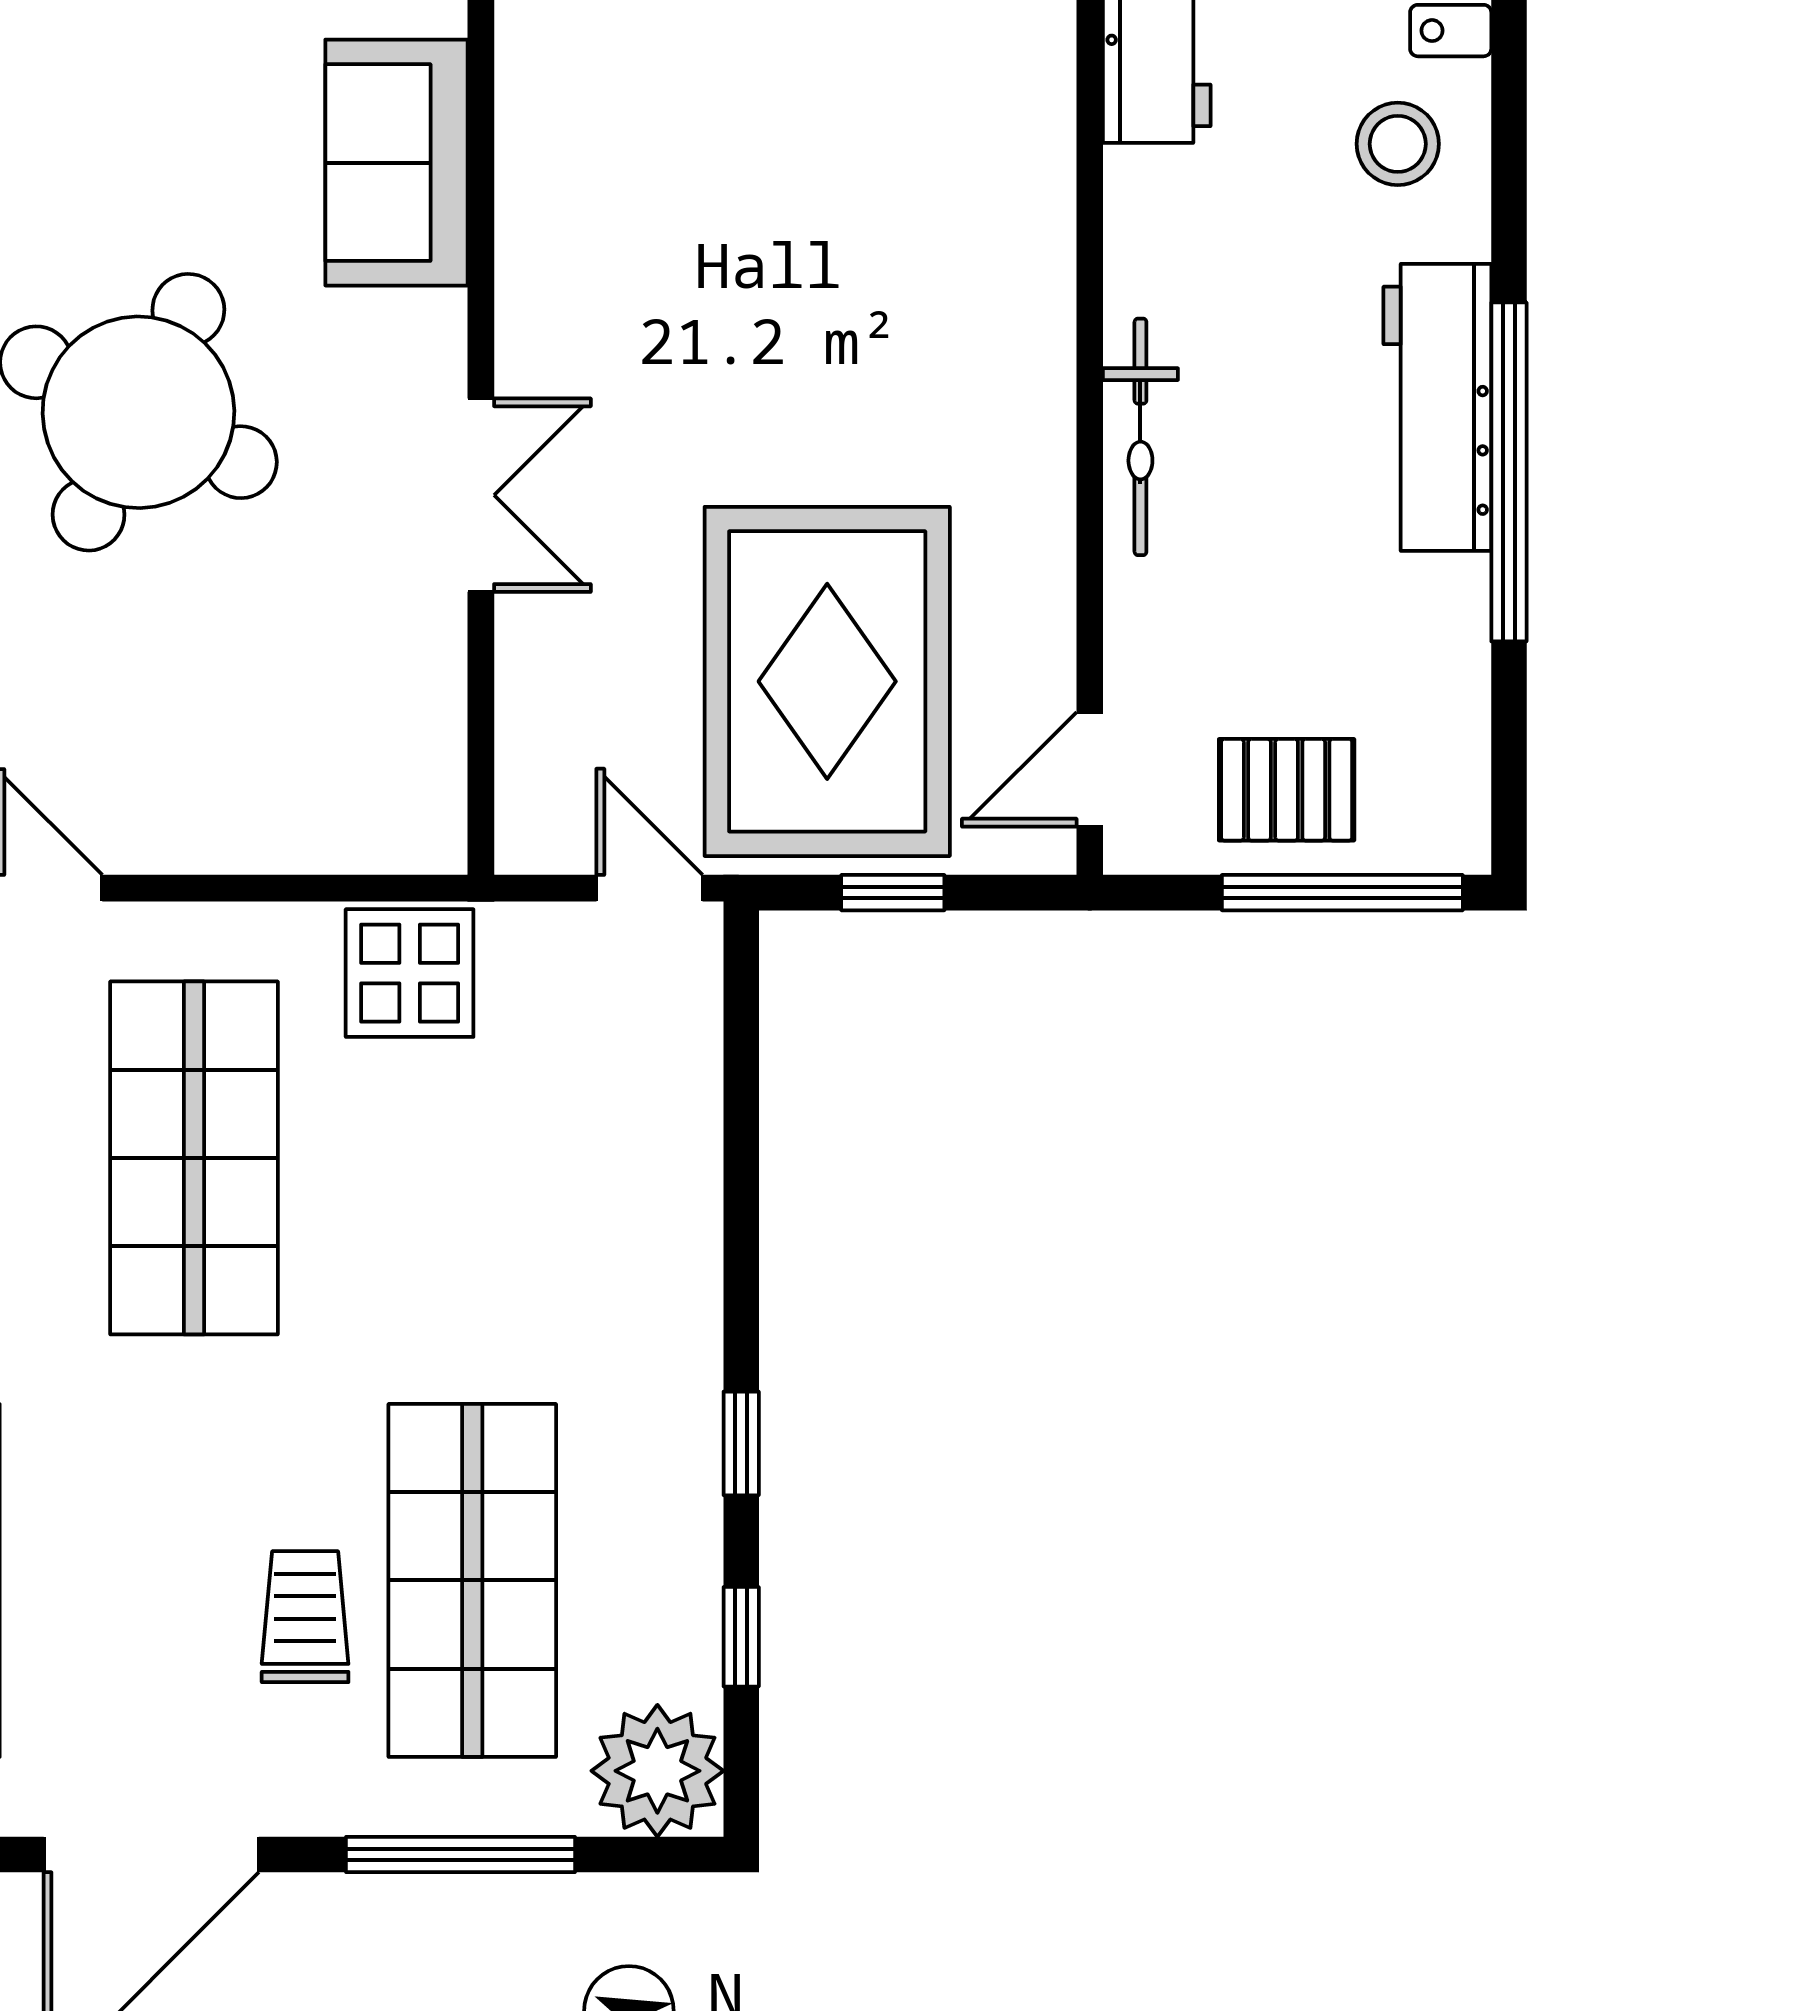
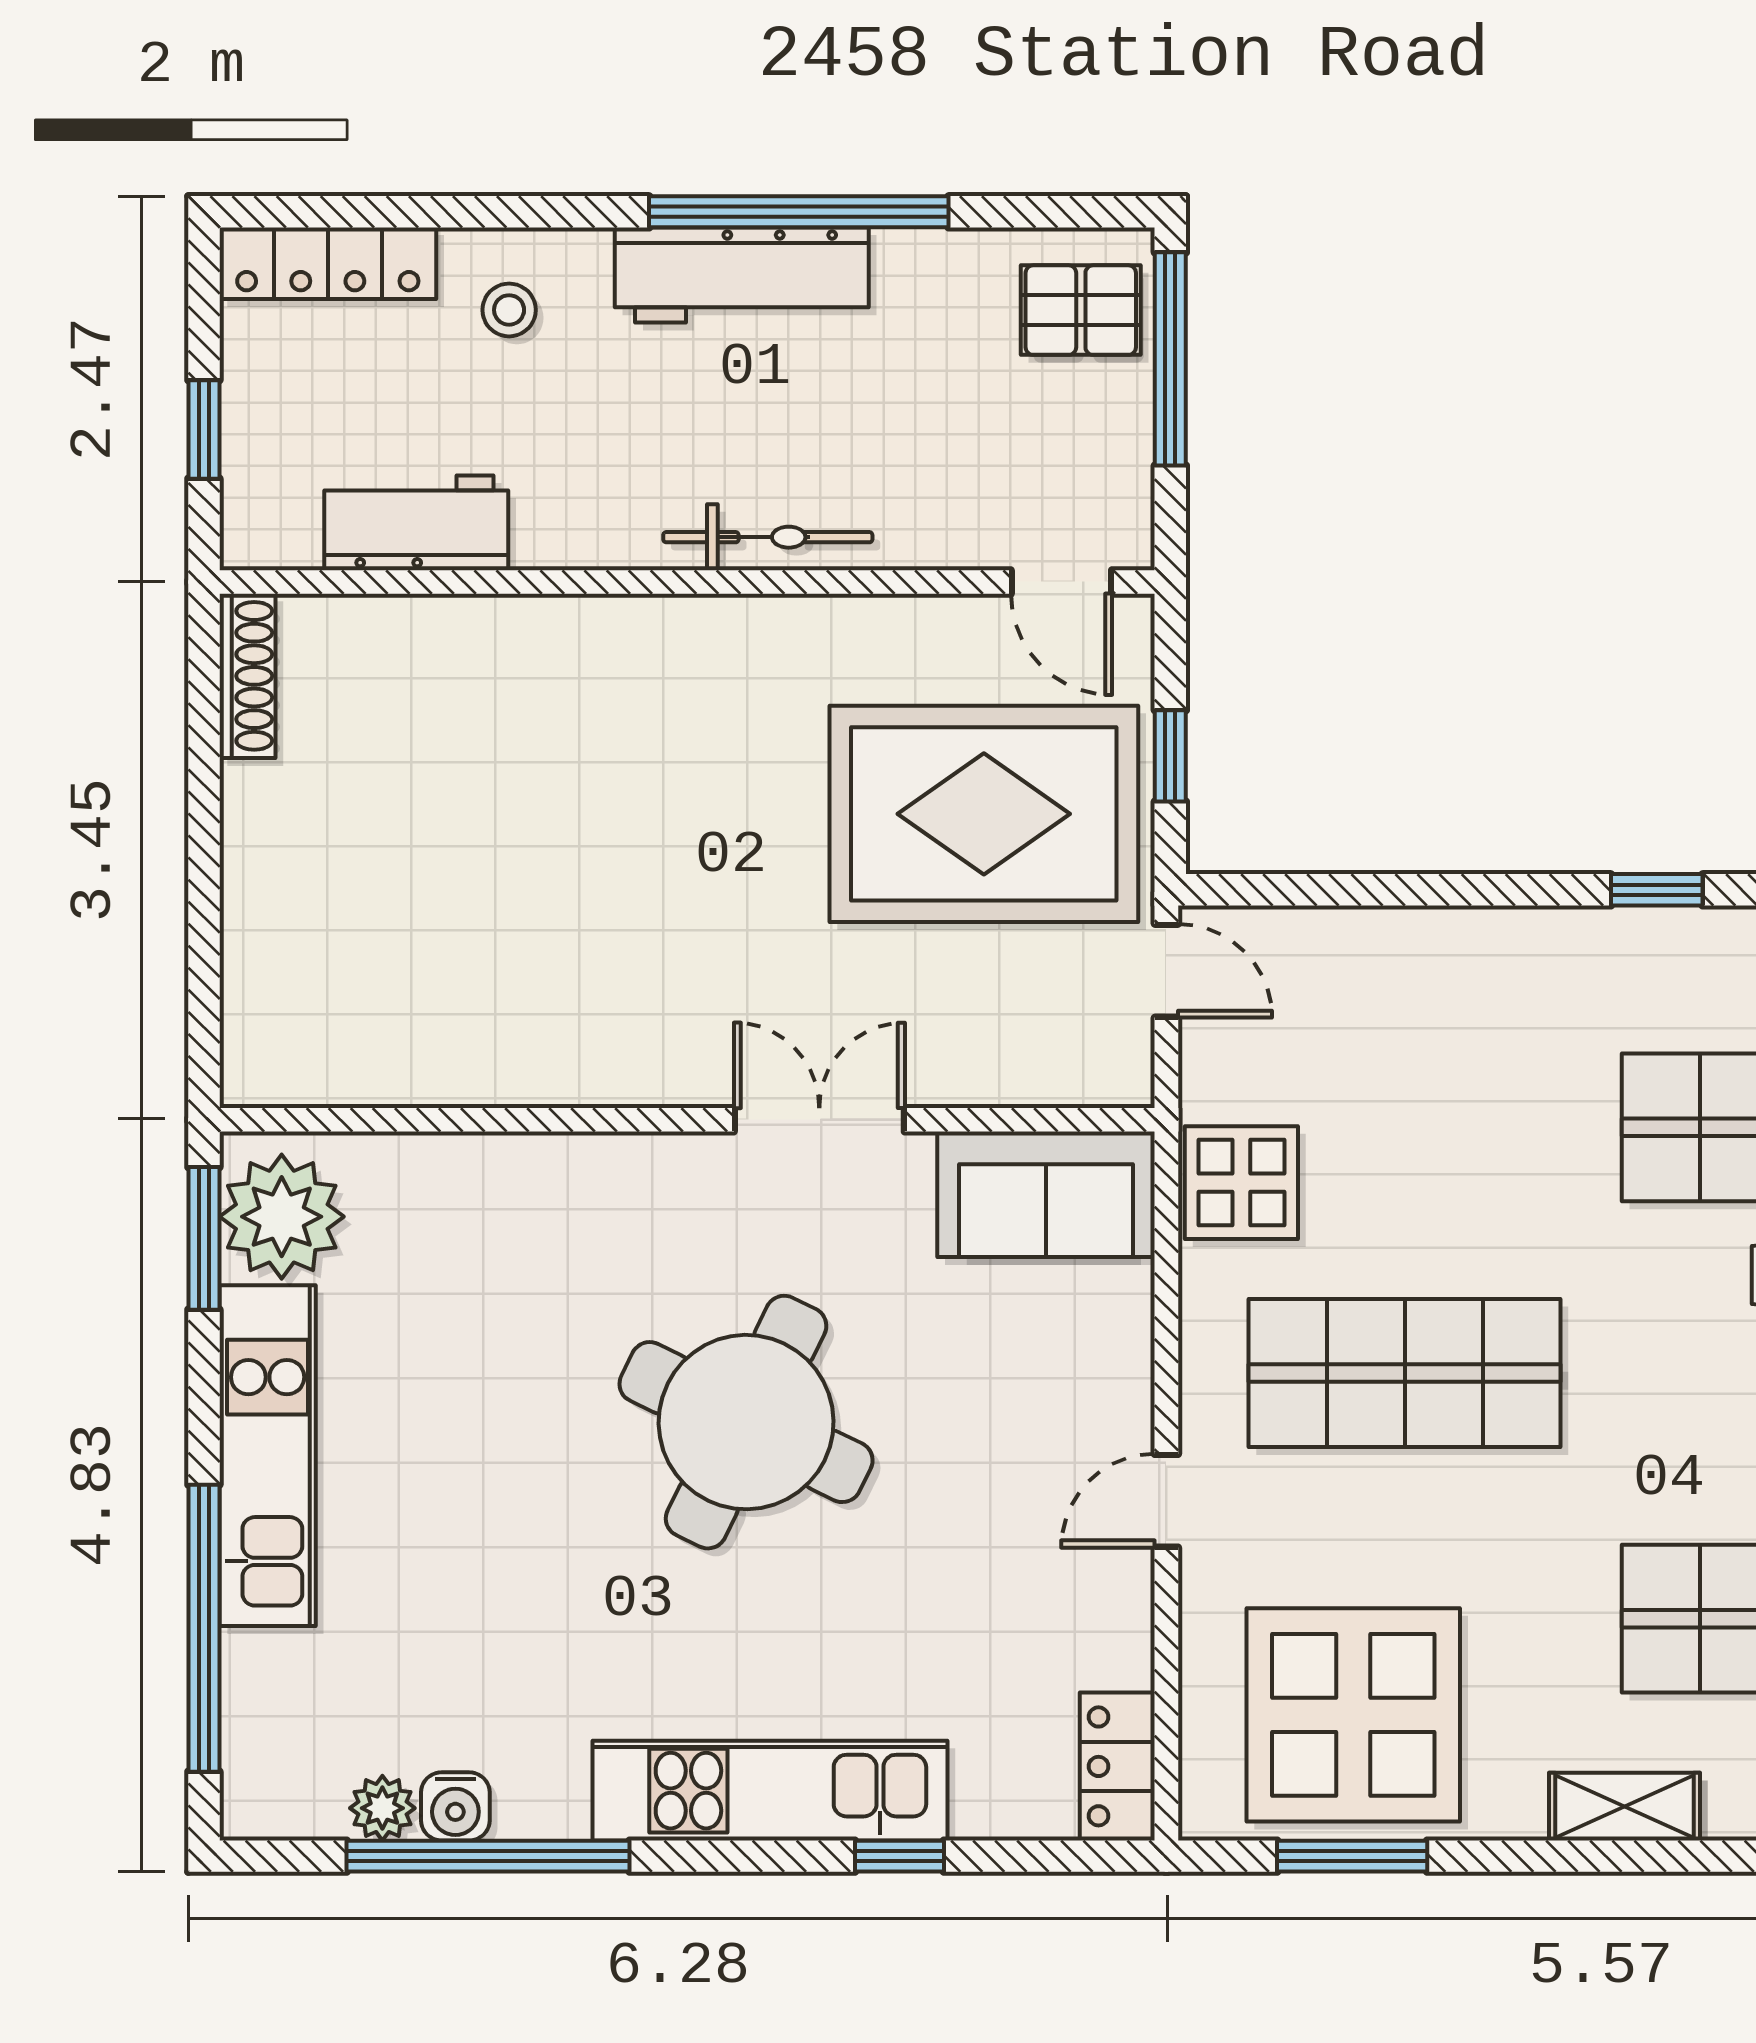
stool: (1398, 144) -> (509, 310), width x0.73, depth x0.73
sofa: (396, 163) -> (1046, 1194), moved
pallet: (1287, 790) -> (1081, 310), moved, turned 90
door: (649, 888) -> (1166, 971), swing flipped

